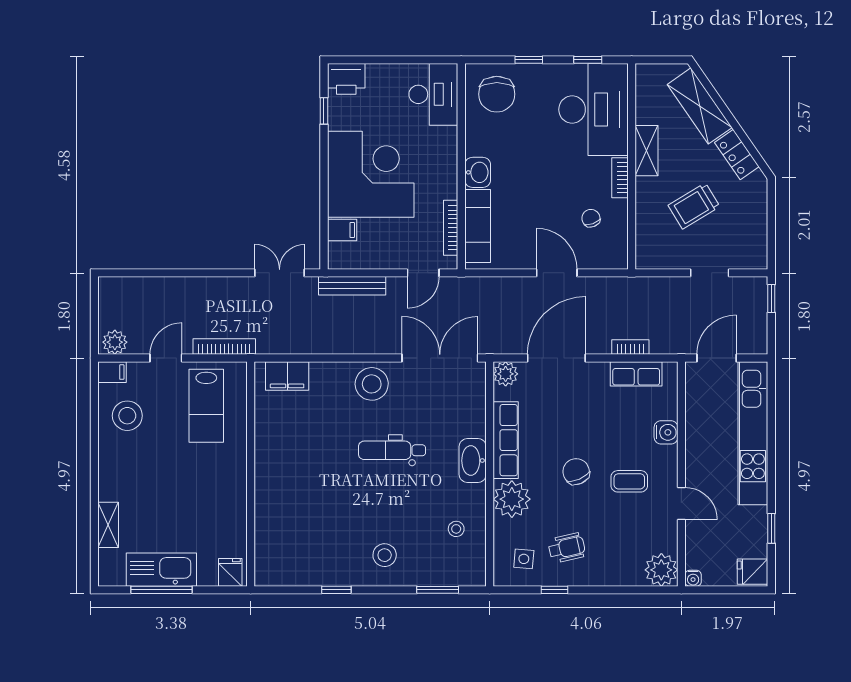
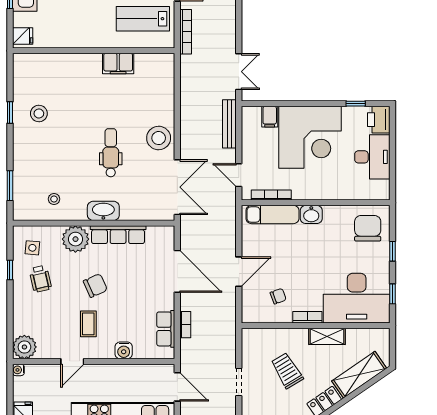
desk: (433, 94) -> (372, 157), moved, turned -90
chair: (497, 94) -> (368, 228), turned 90
plant: (506, 374) -> (166, 235), removed
filing cabinet: (287, 376) -> (118, 64), moved, turned -90
stool: (385, 555) -> (39, 113), moved

